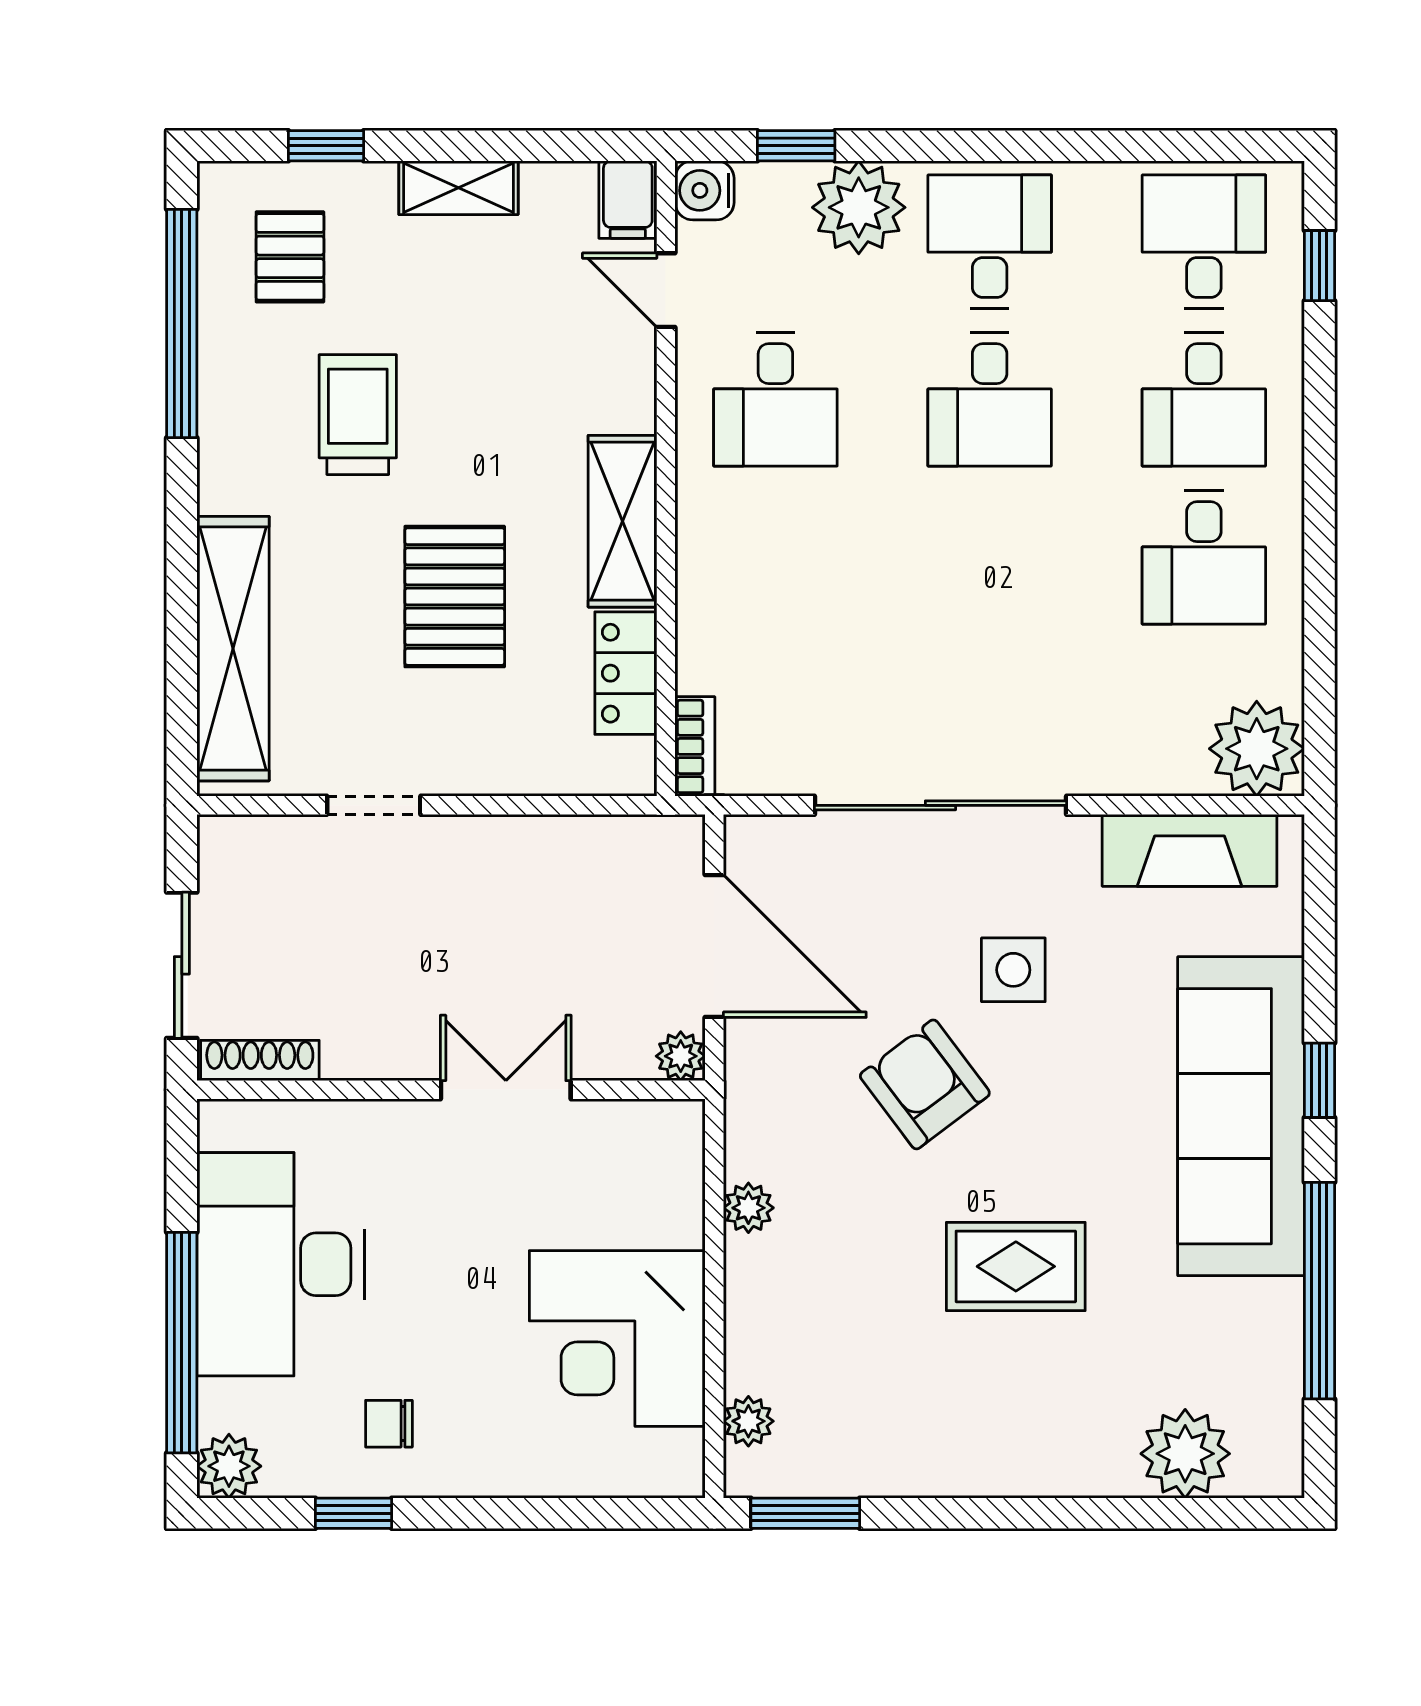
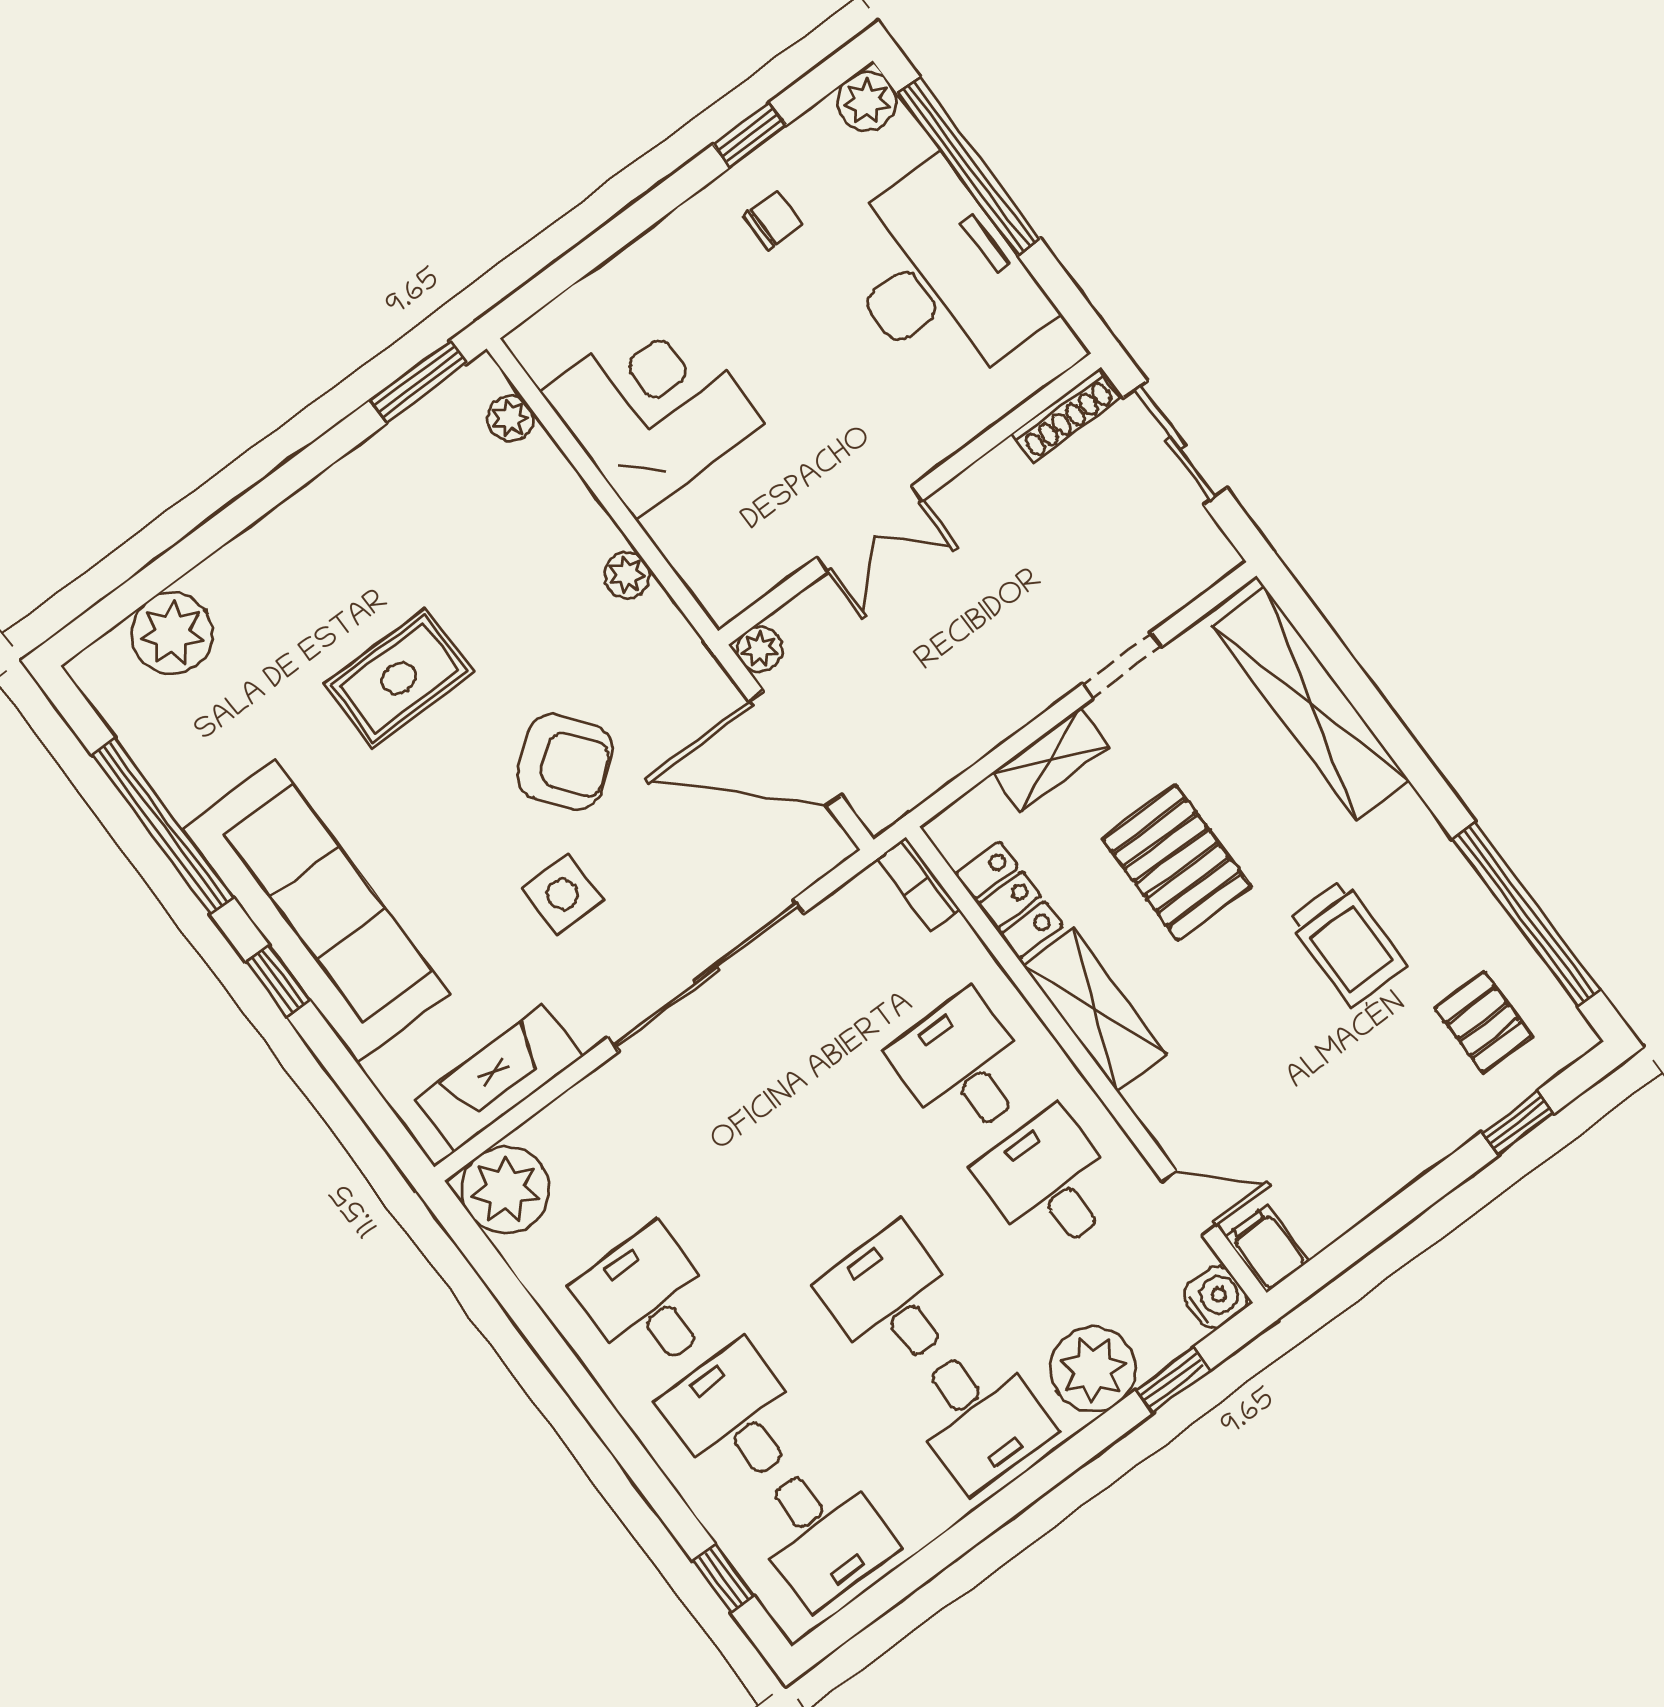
shelving: (458, 188) -> (1050, 760), moved
desk: (775, 558) -> (963, 1067), added

